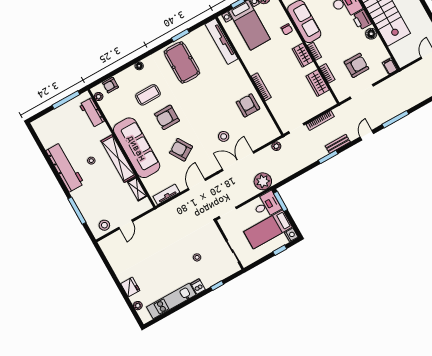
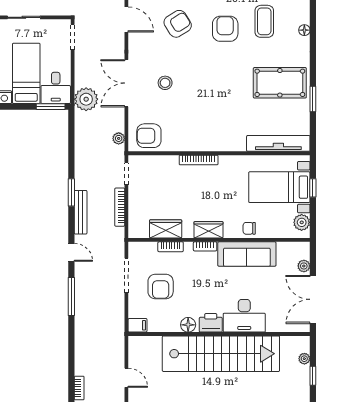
armchair: (248, 105) -> (149, 136), moved, turned 180
bench: (338, 144) -> (81, 212), width x1.36
double door: (238, 161) -> (126, 83), swing flipped

